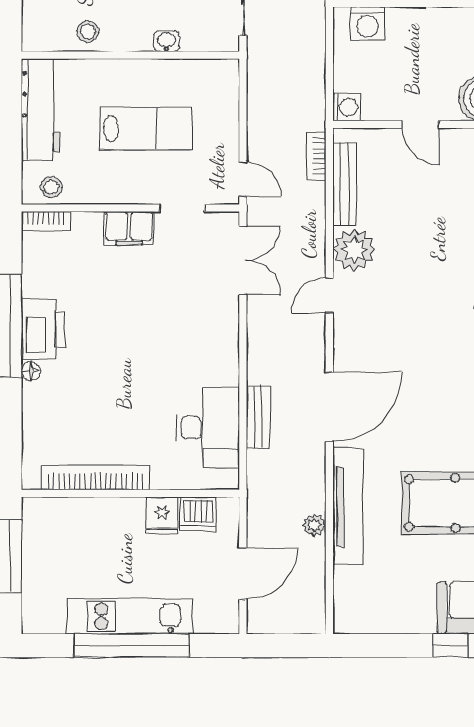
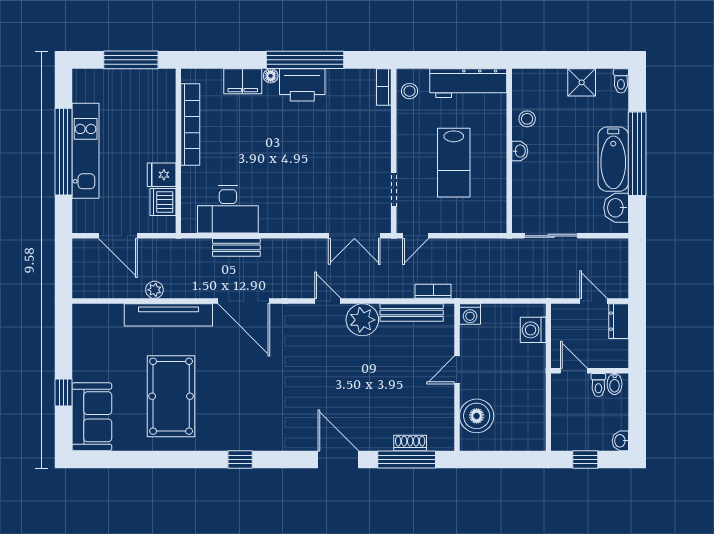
washbasin: (166, 41) -> (520, 151), moved
filing cabinet: (129, 228) -> (243, 81), moved, turned -90

